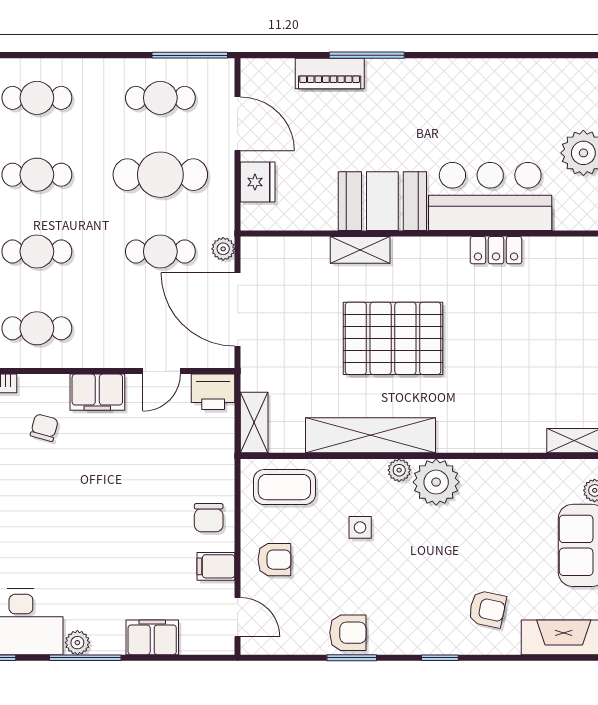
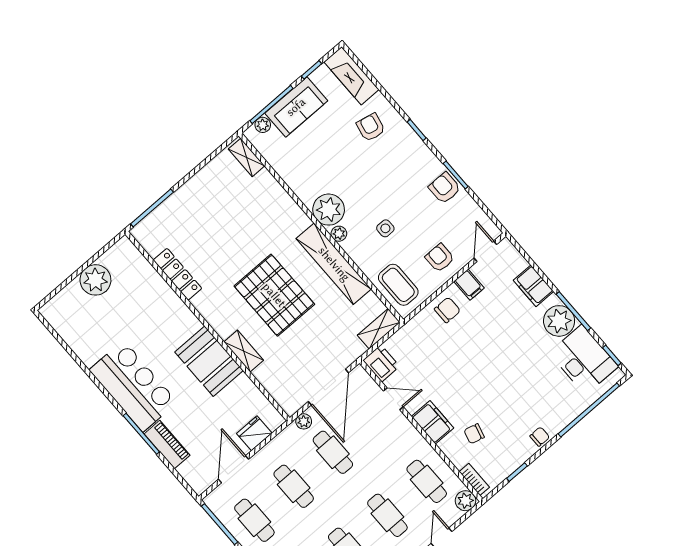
cafe table: (160, 175) -> (294, 486), width x0.73, depth x0.74
bar counter: (490, 196) -> (133, 386), moved, turned 180
locker: (496, 250) -> (177, 274), width x1.53
plant: (77, 643) -> (559, 321), width x1.88, depth x1.88

